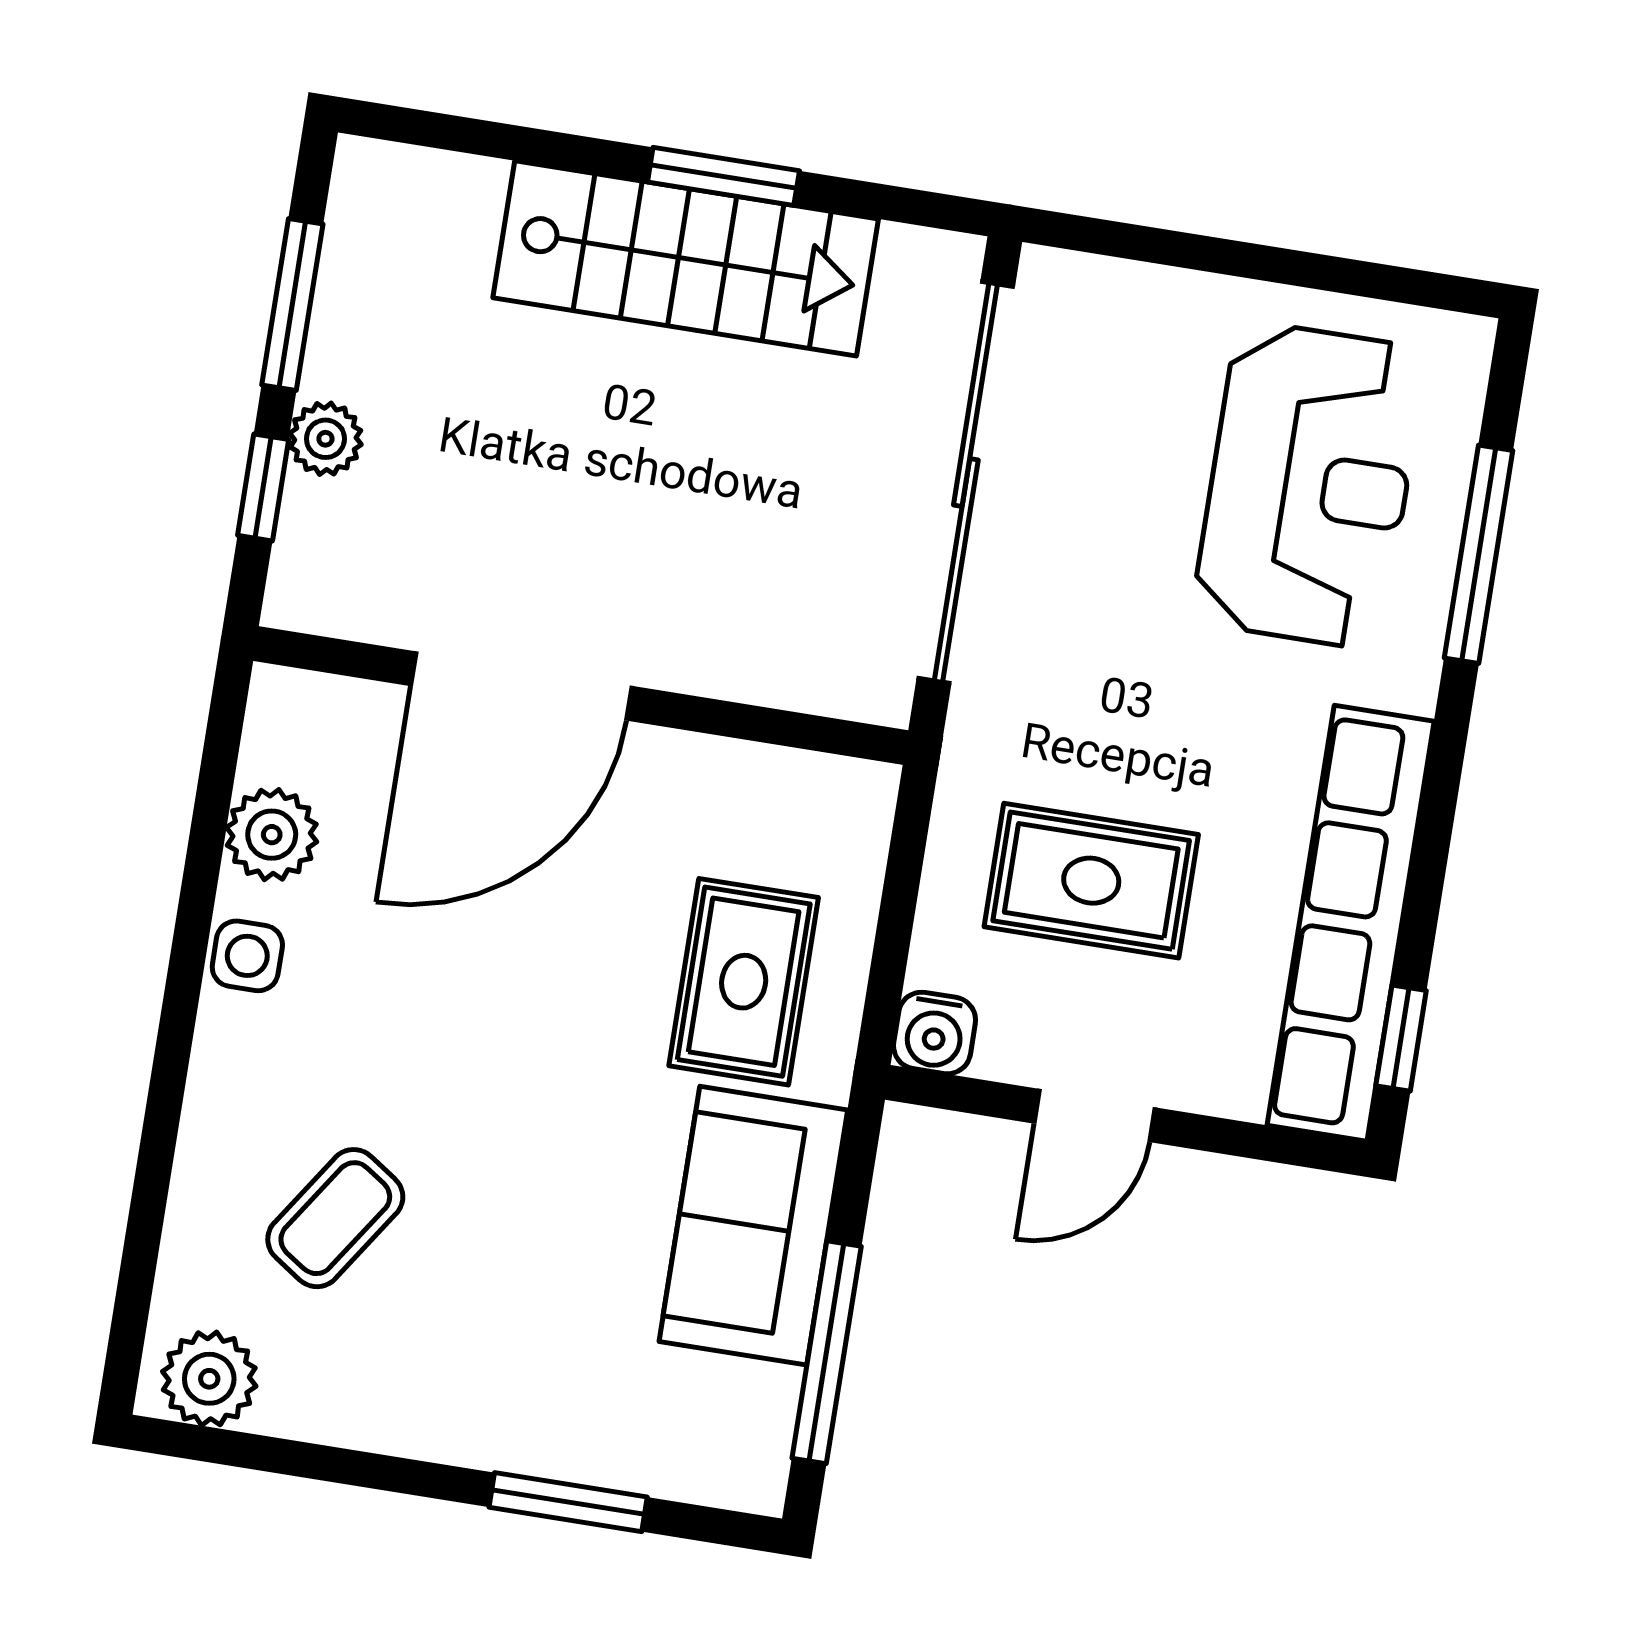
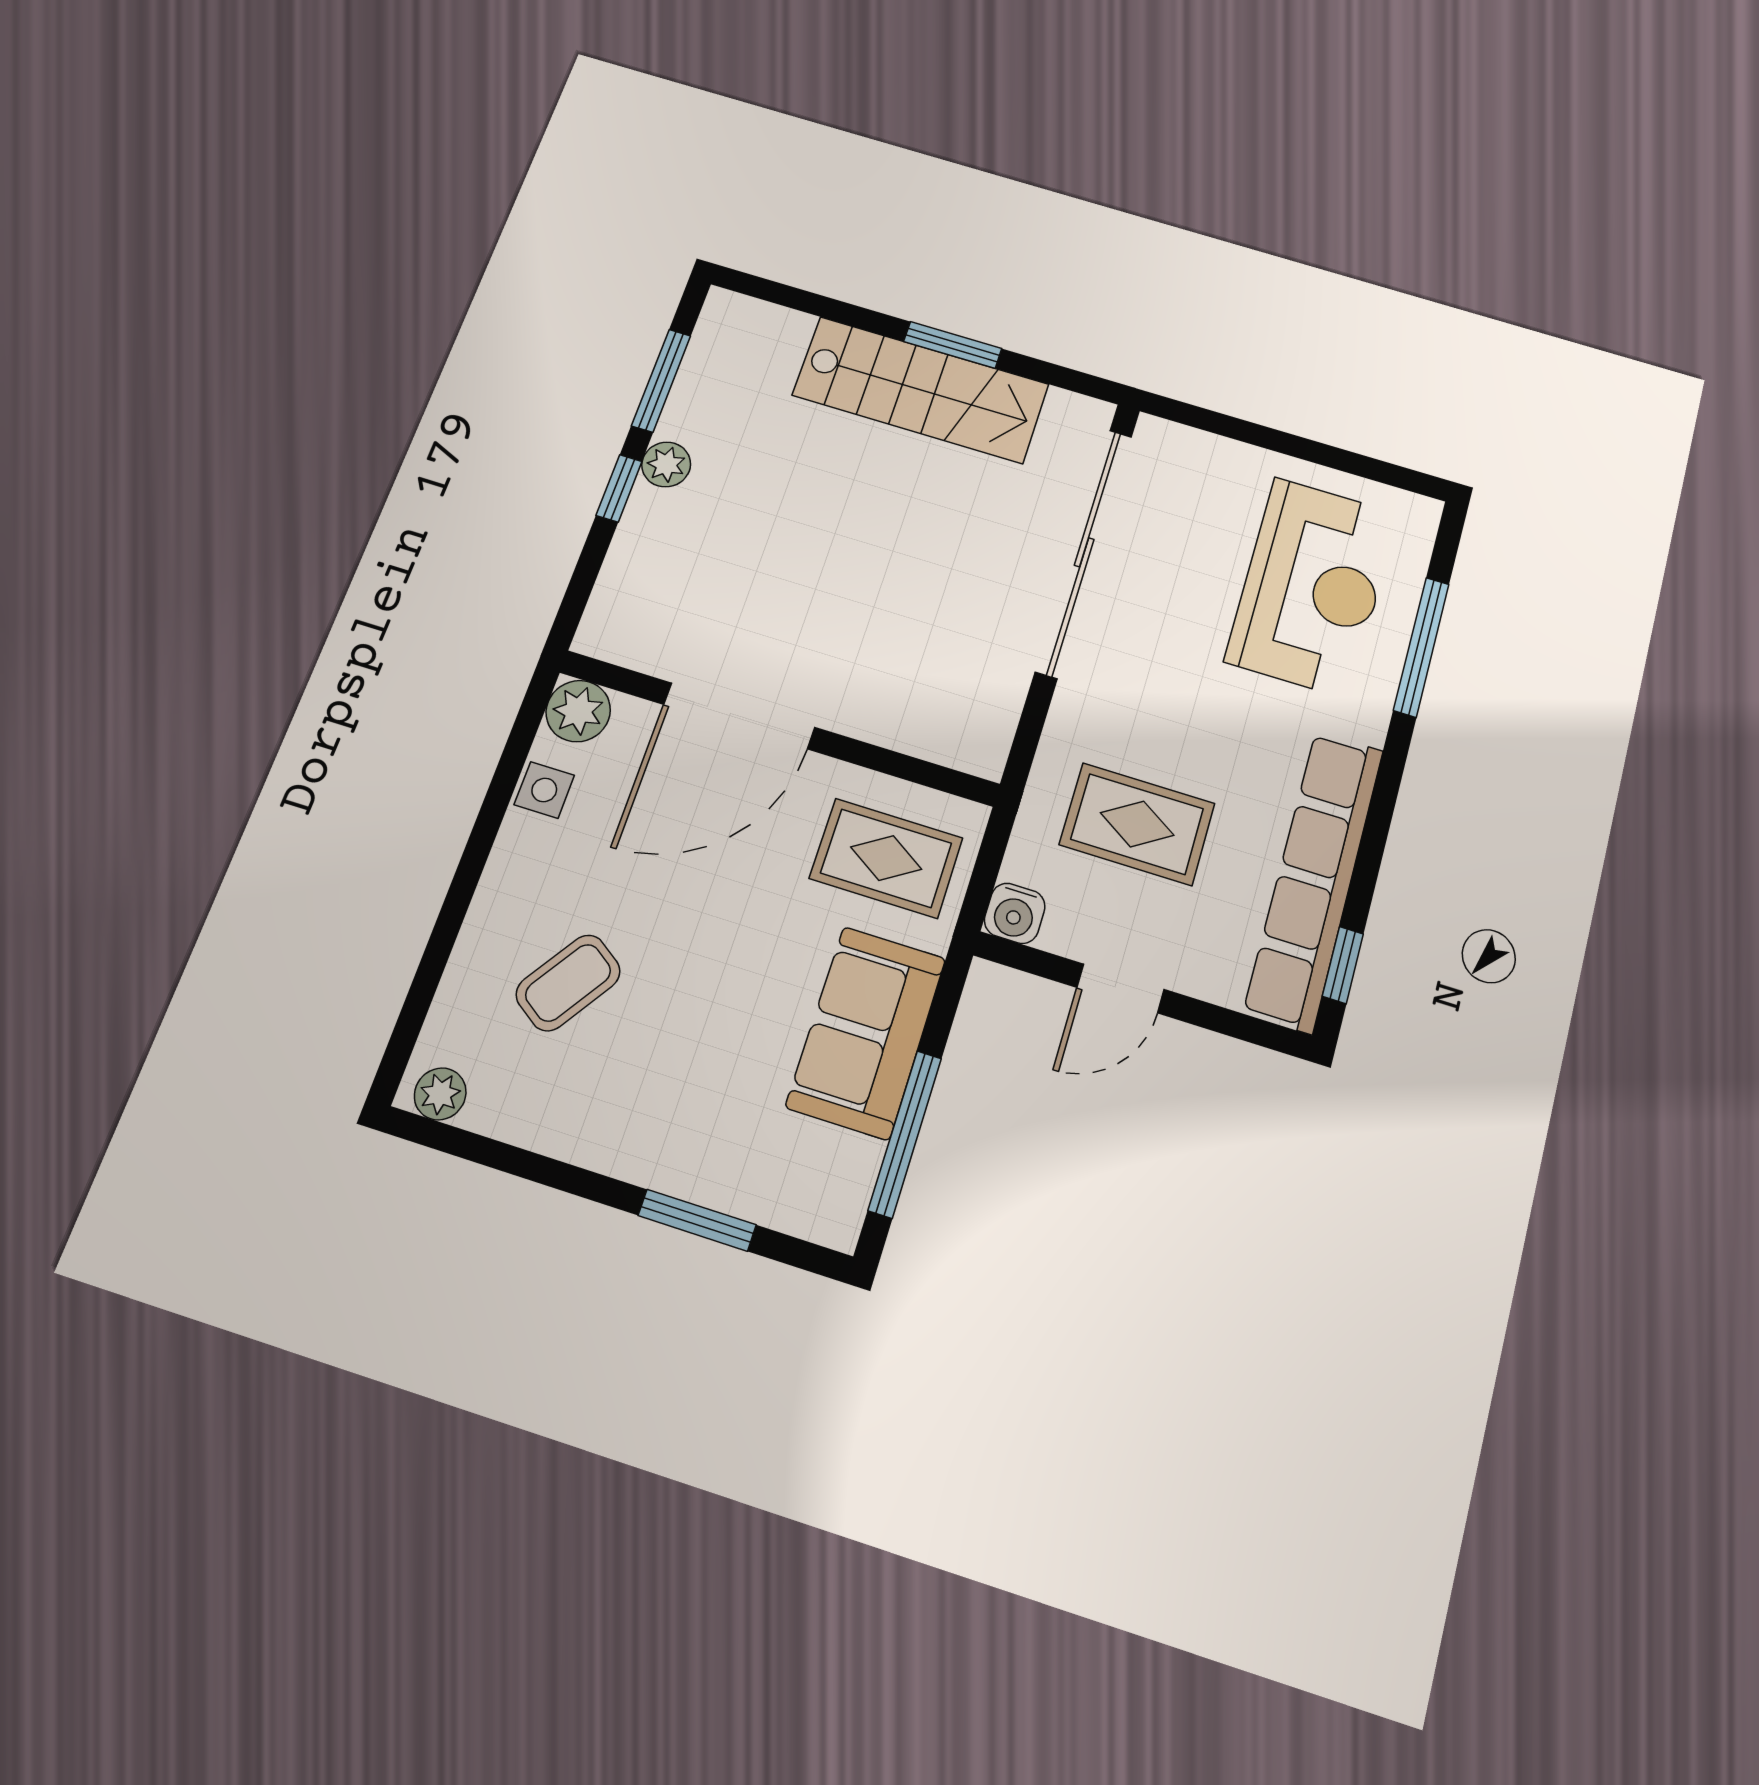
door: (521, 686) -> (739, 716), moved
wall: (581, 696) -> (779, 728), moved
rug: (744, 982) -> (886, 858), turned 90
plant: (209, 1379) -> (440, 1094), width x0.73, depth x0.73

